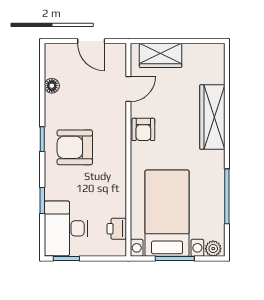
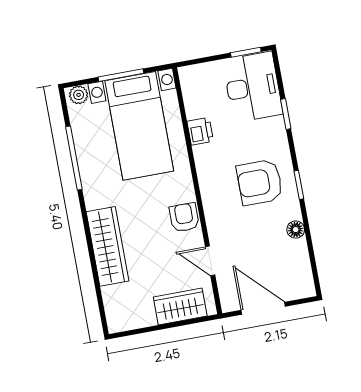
door: (91, 41) -> (263, 308), width x1.38
floor lamp: (52, 86) -> (296, 230), moved
door: (128, 89) -> (210, 261), hinge flipped
armchair: (75, 147) -> (260, 182), turned 180
printer: (117, 229) -> (200, 131), moved

